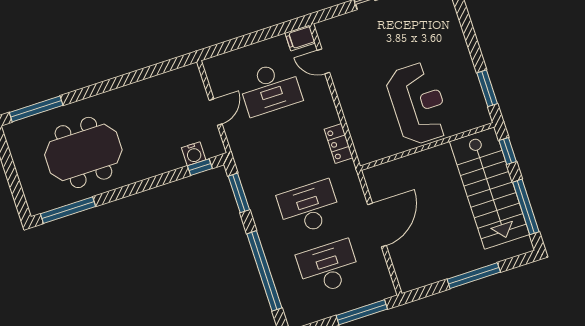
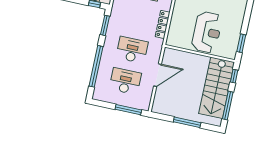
locker: (338, 143) -> (163, 24), width x1.53

